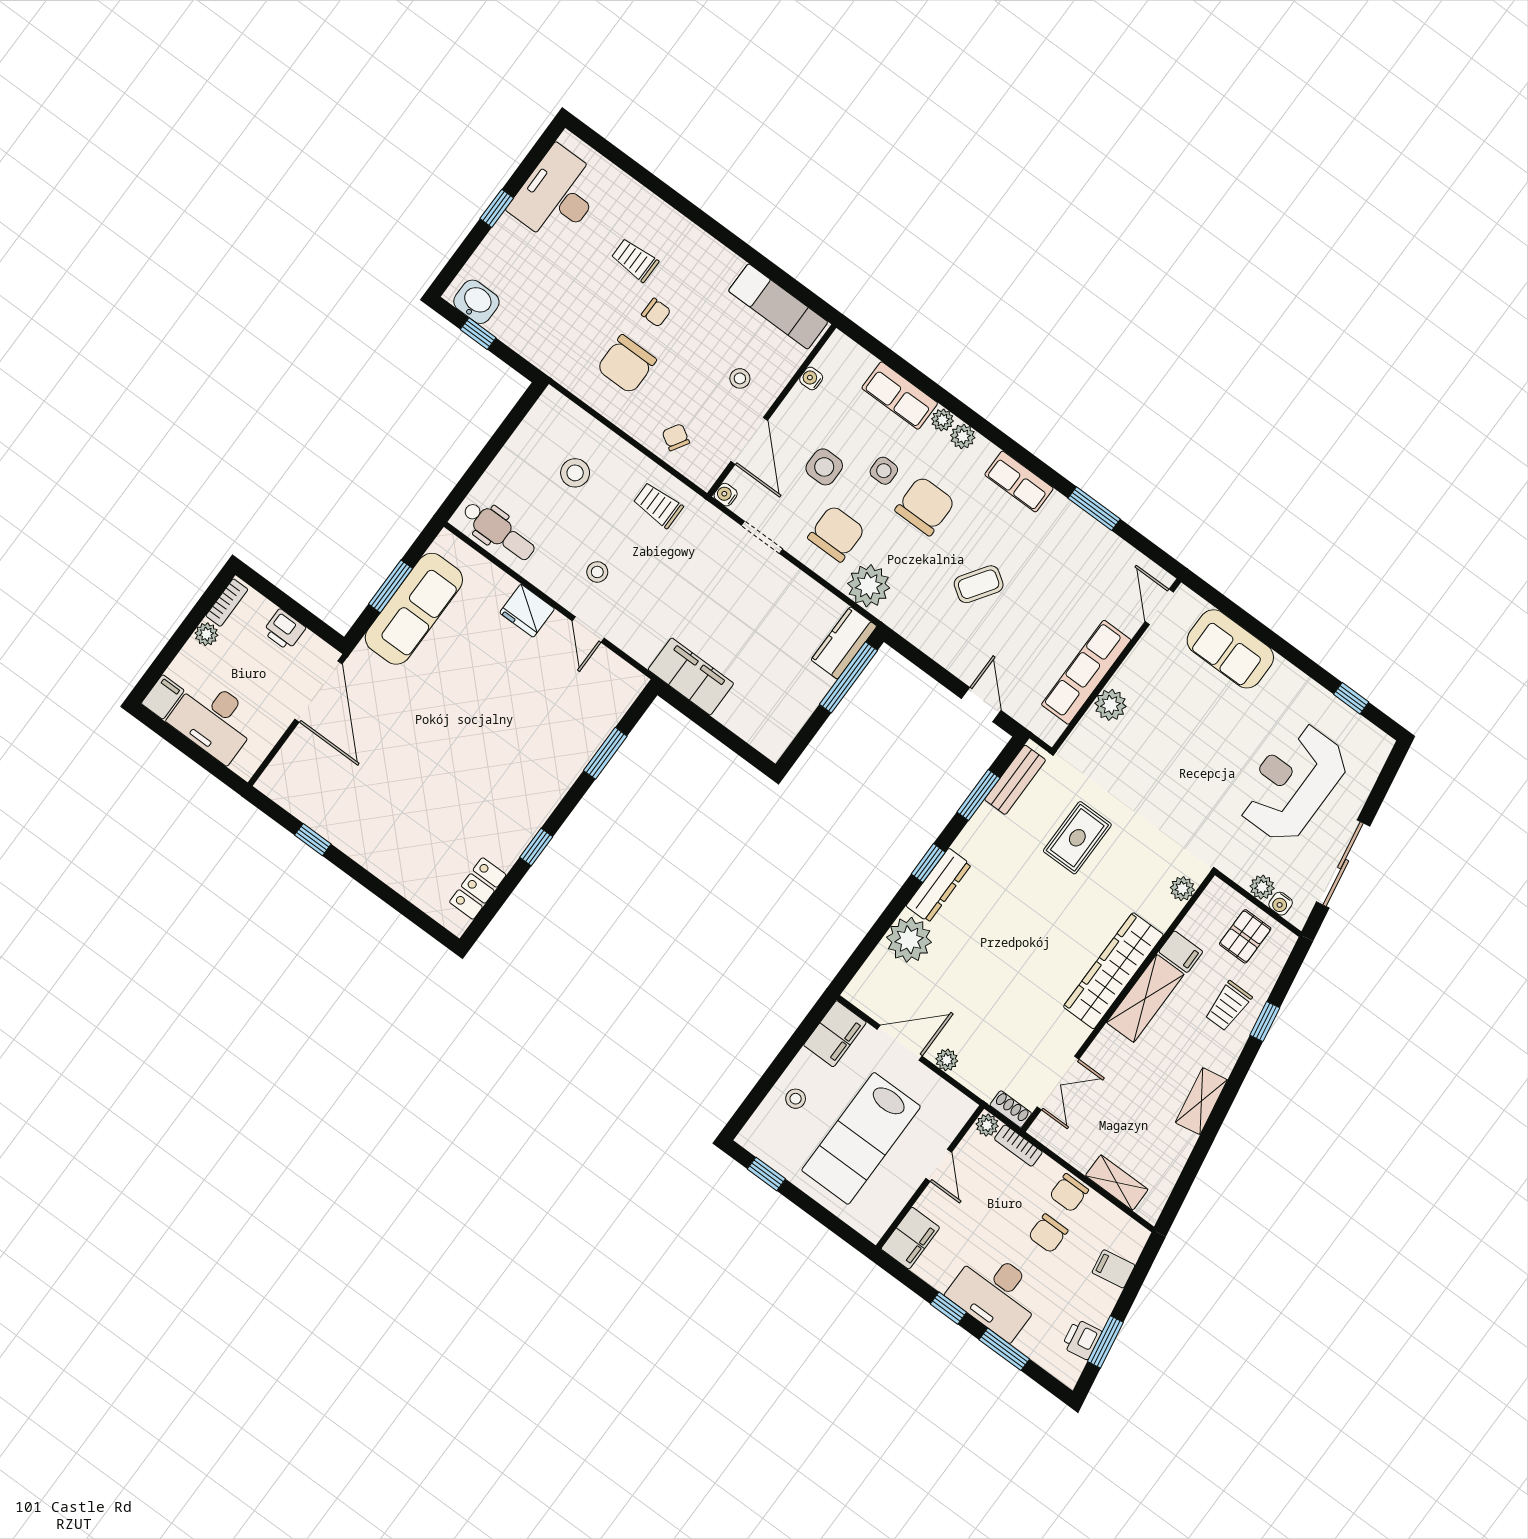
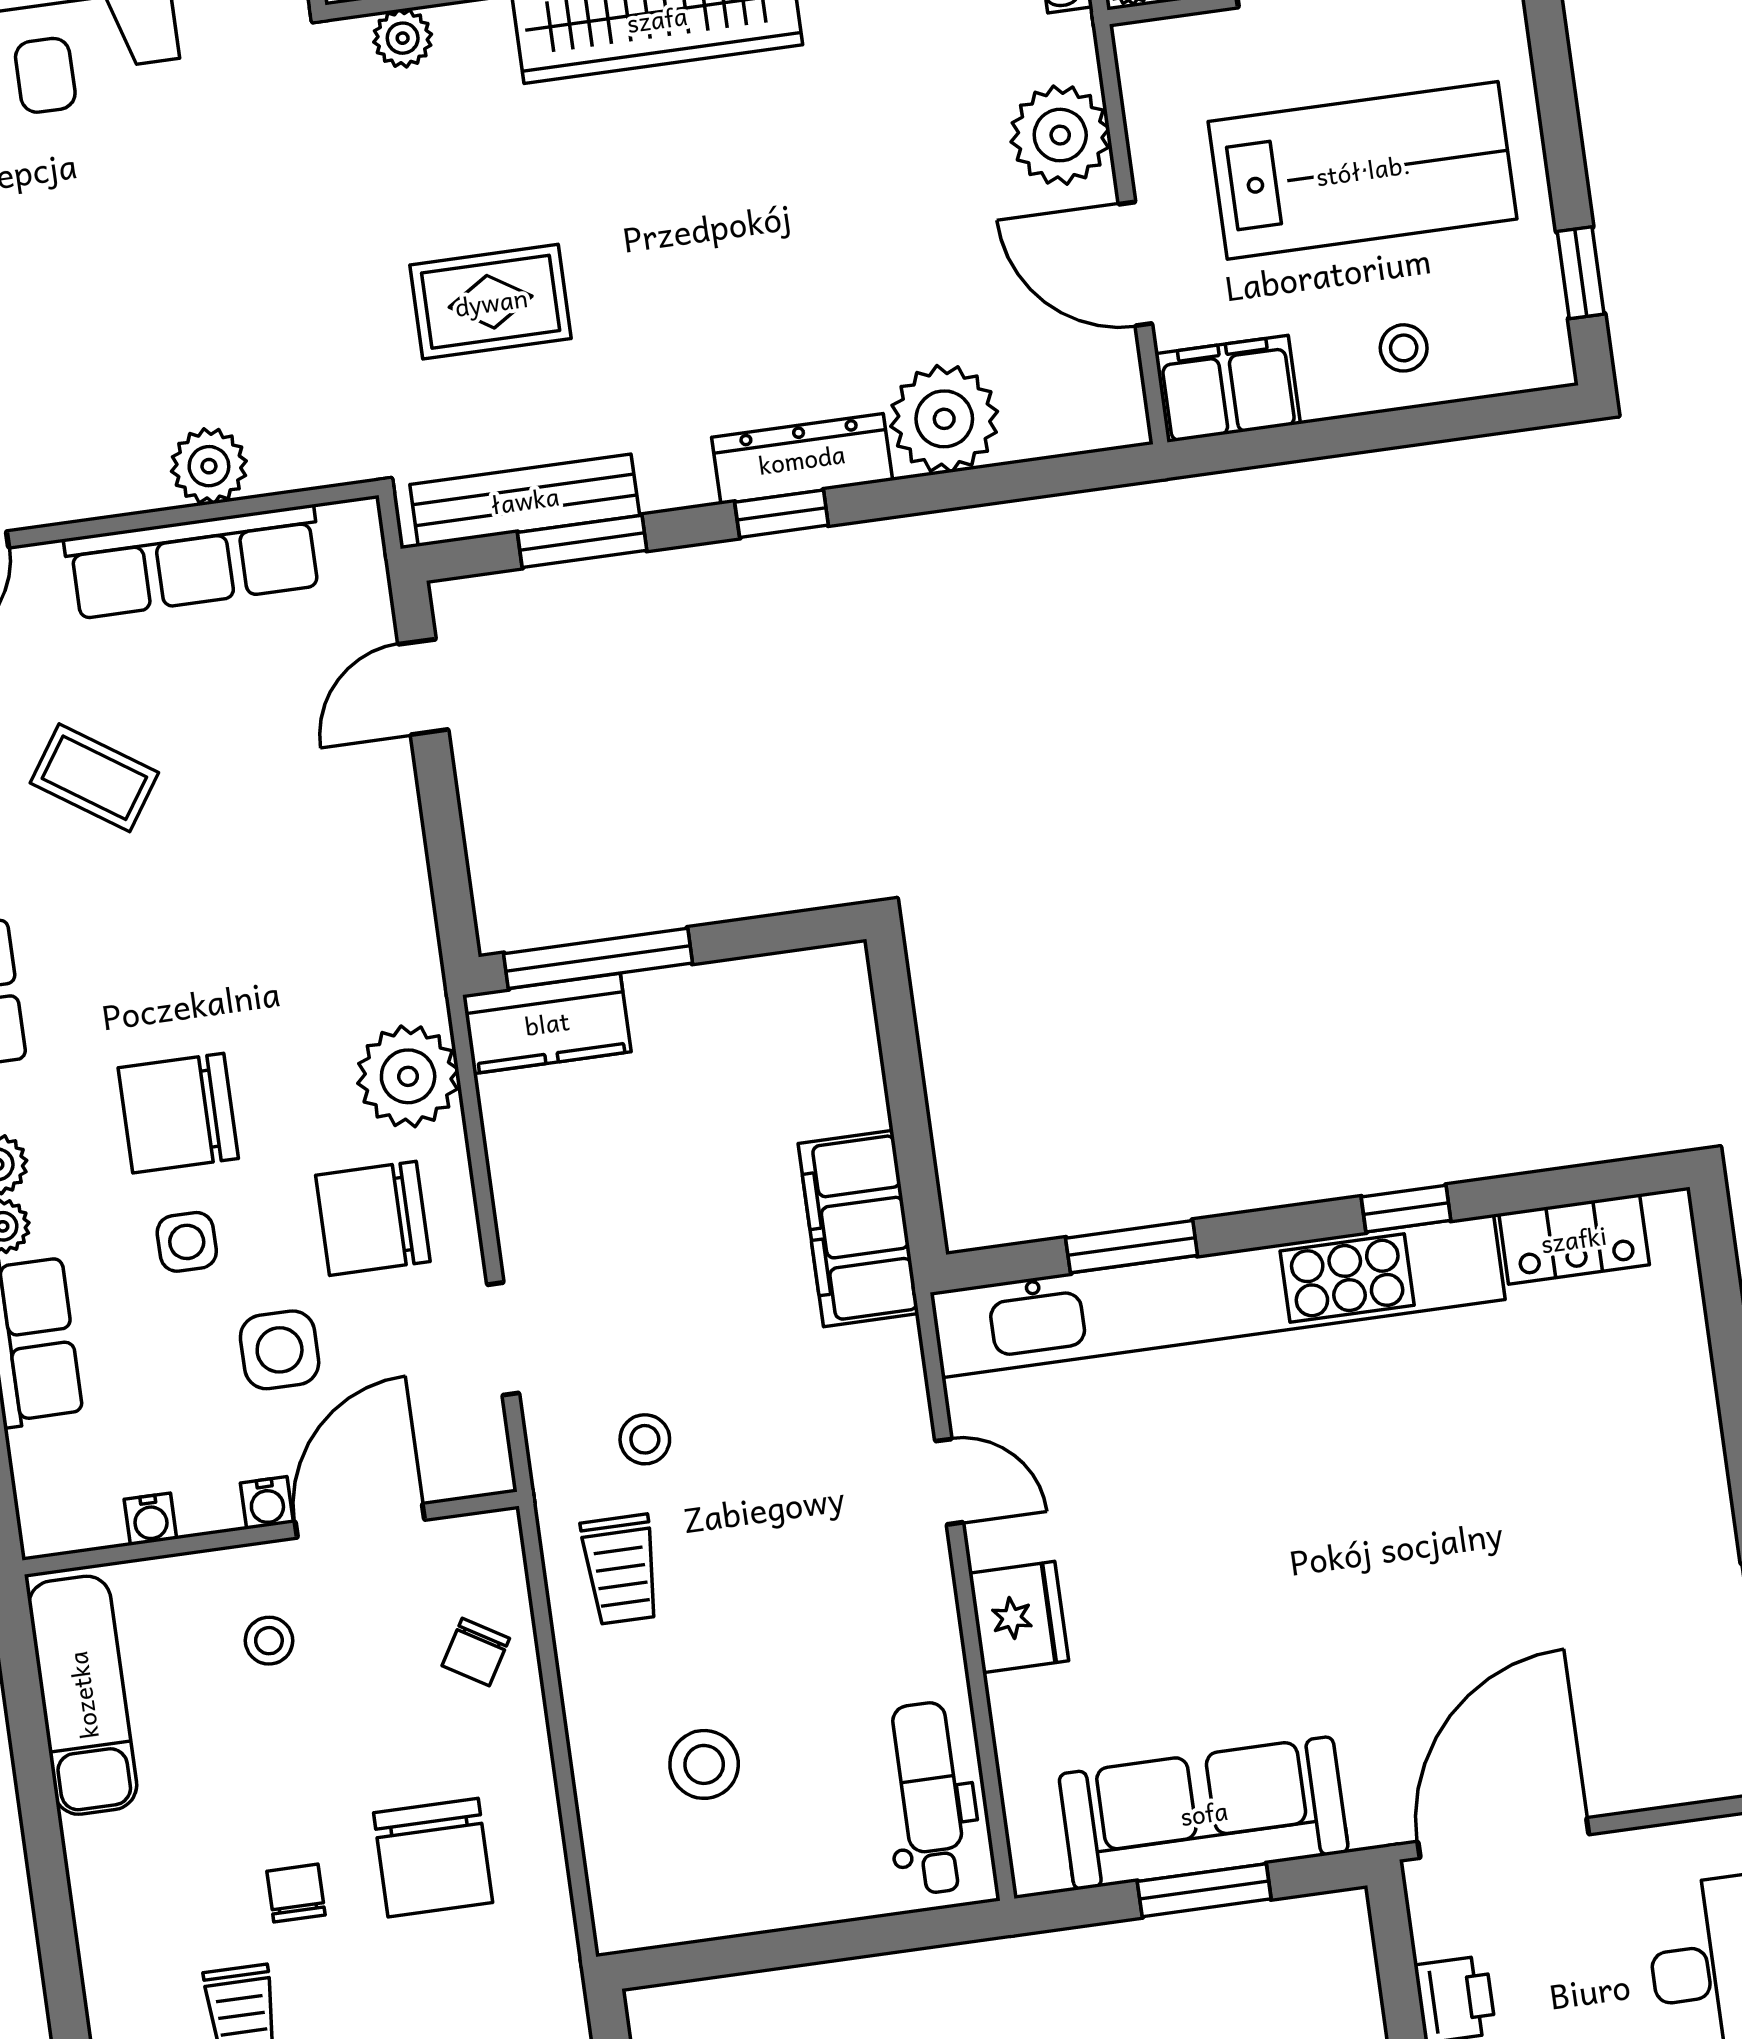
chair: (627, 364) -> (433, 1858), turned 90
water cooler: (726, 495) -> (267, 1503), moved
stool: (597, 572) -> (645, 1439), moved
coffee table: (979, 584) -> (94, 778), moved
door: (588, 630) -> (949, 1482), hinge flipped
kitchen unit: (565, 765) -> (1218, 1296), added
bench: (1015, 780) -> (525, 500), width x1.36
plant: (947, 1060) -> (1060, 135), width x1.88, depth x1.88

